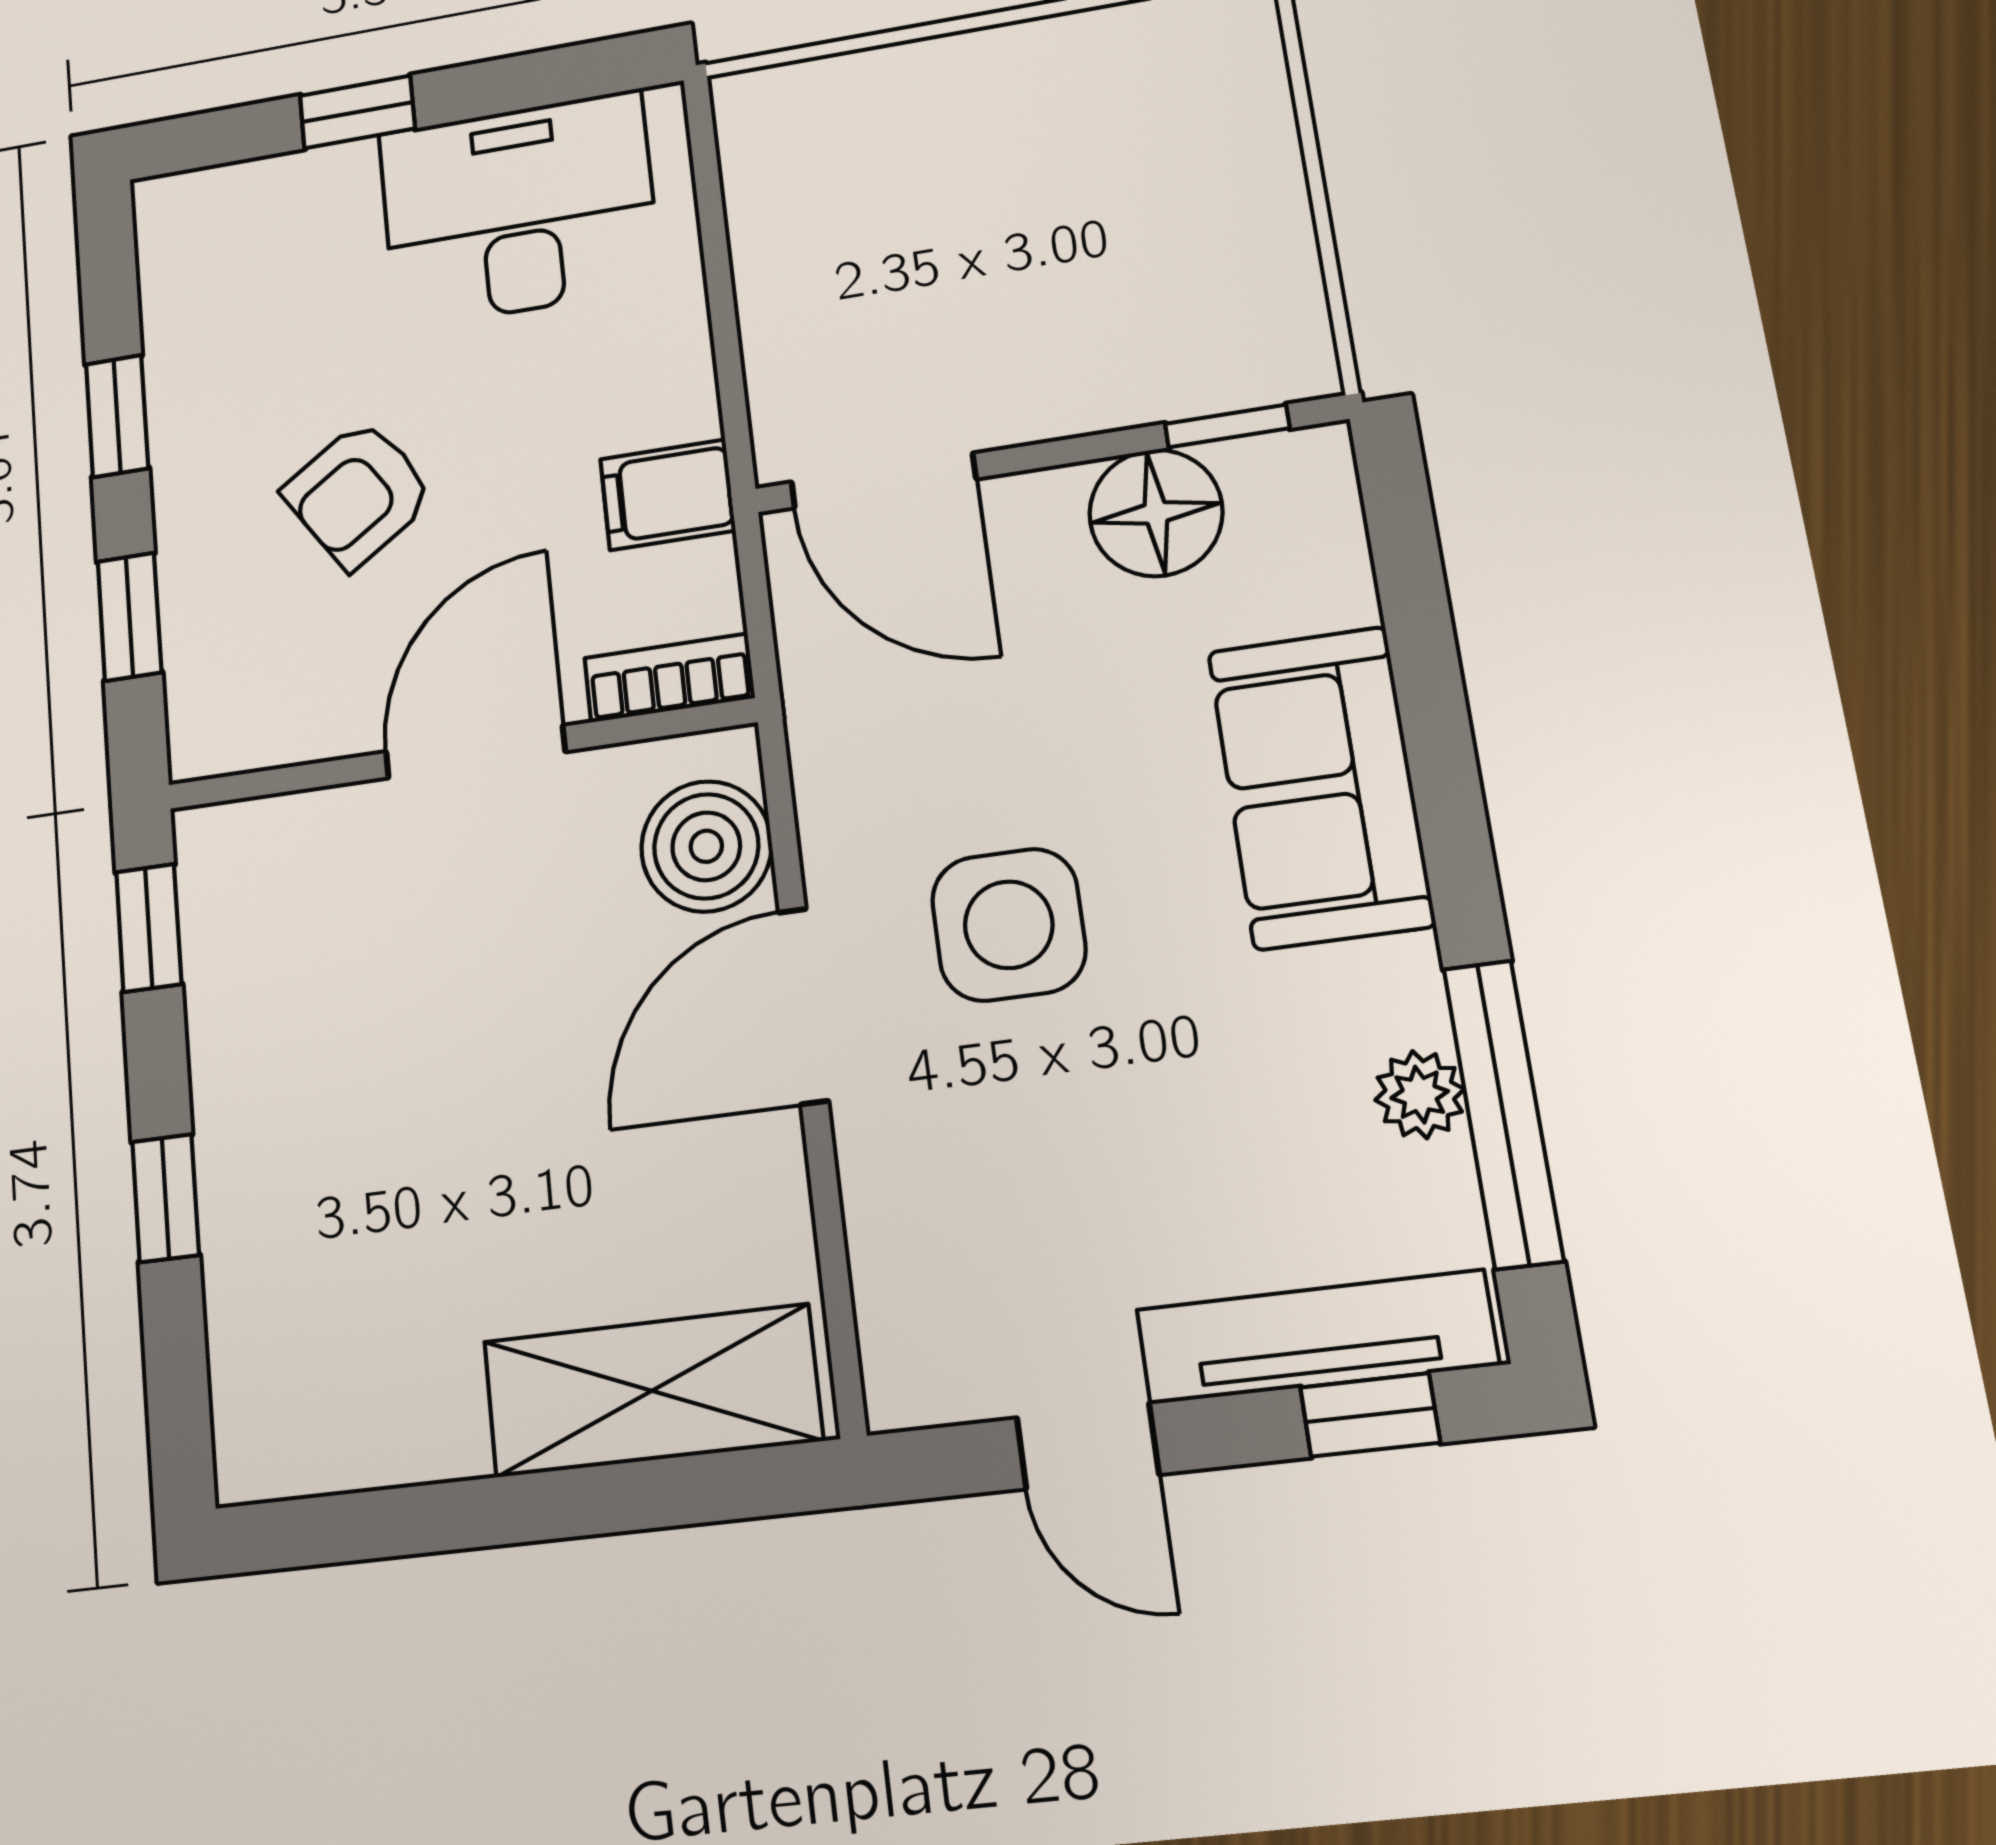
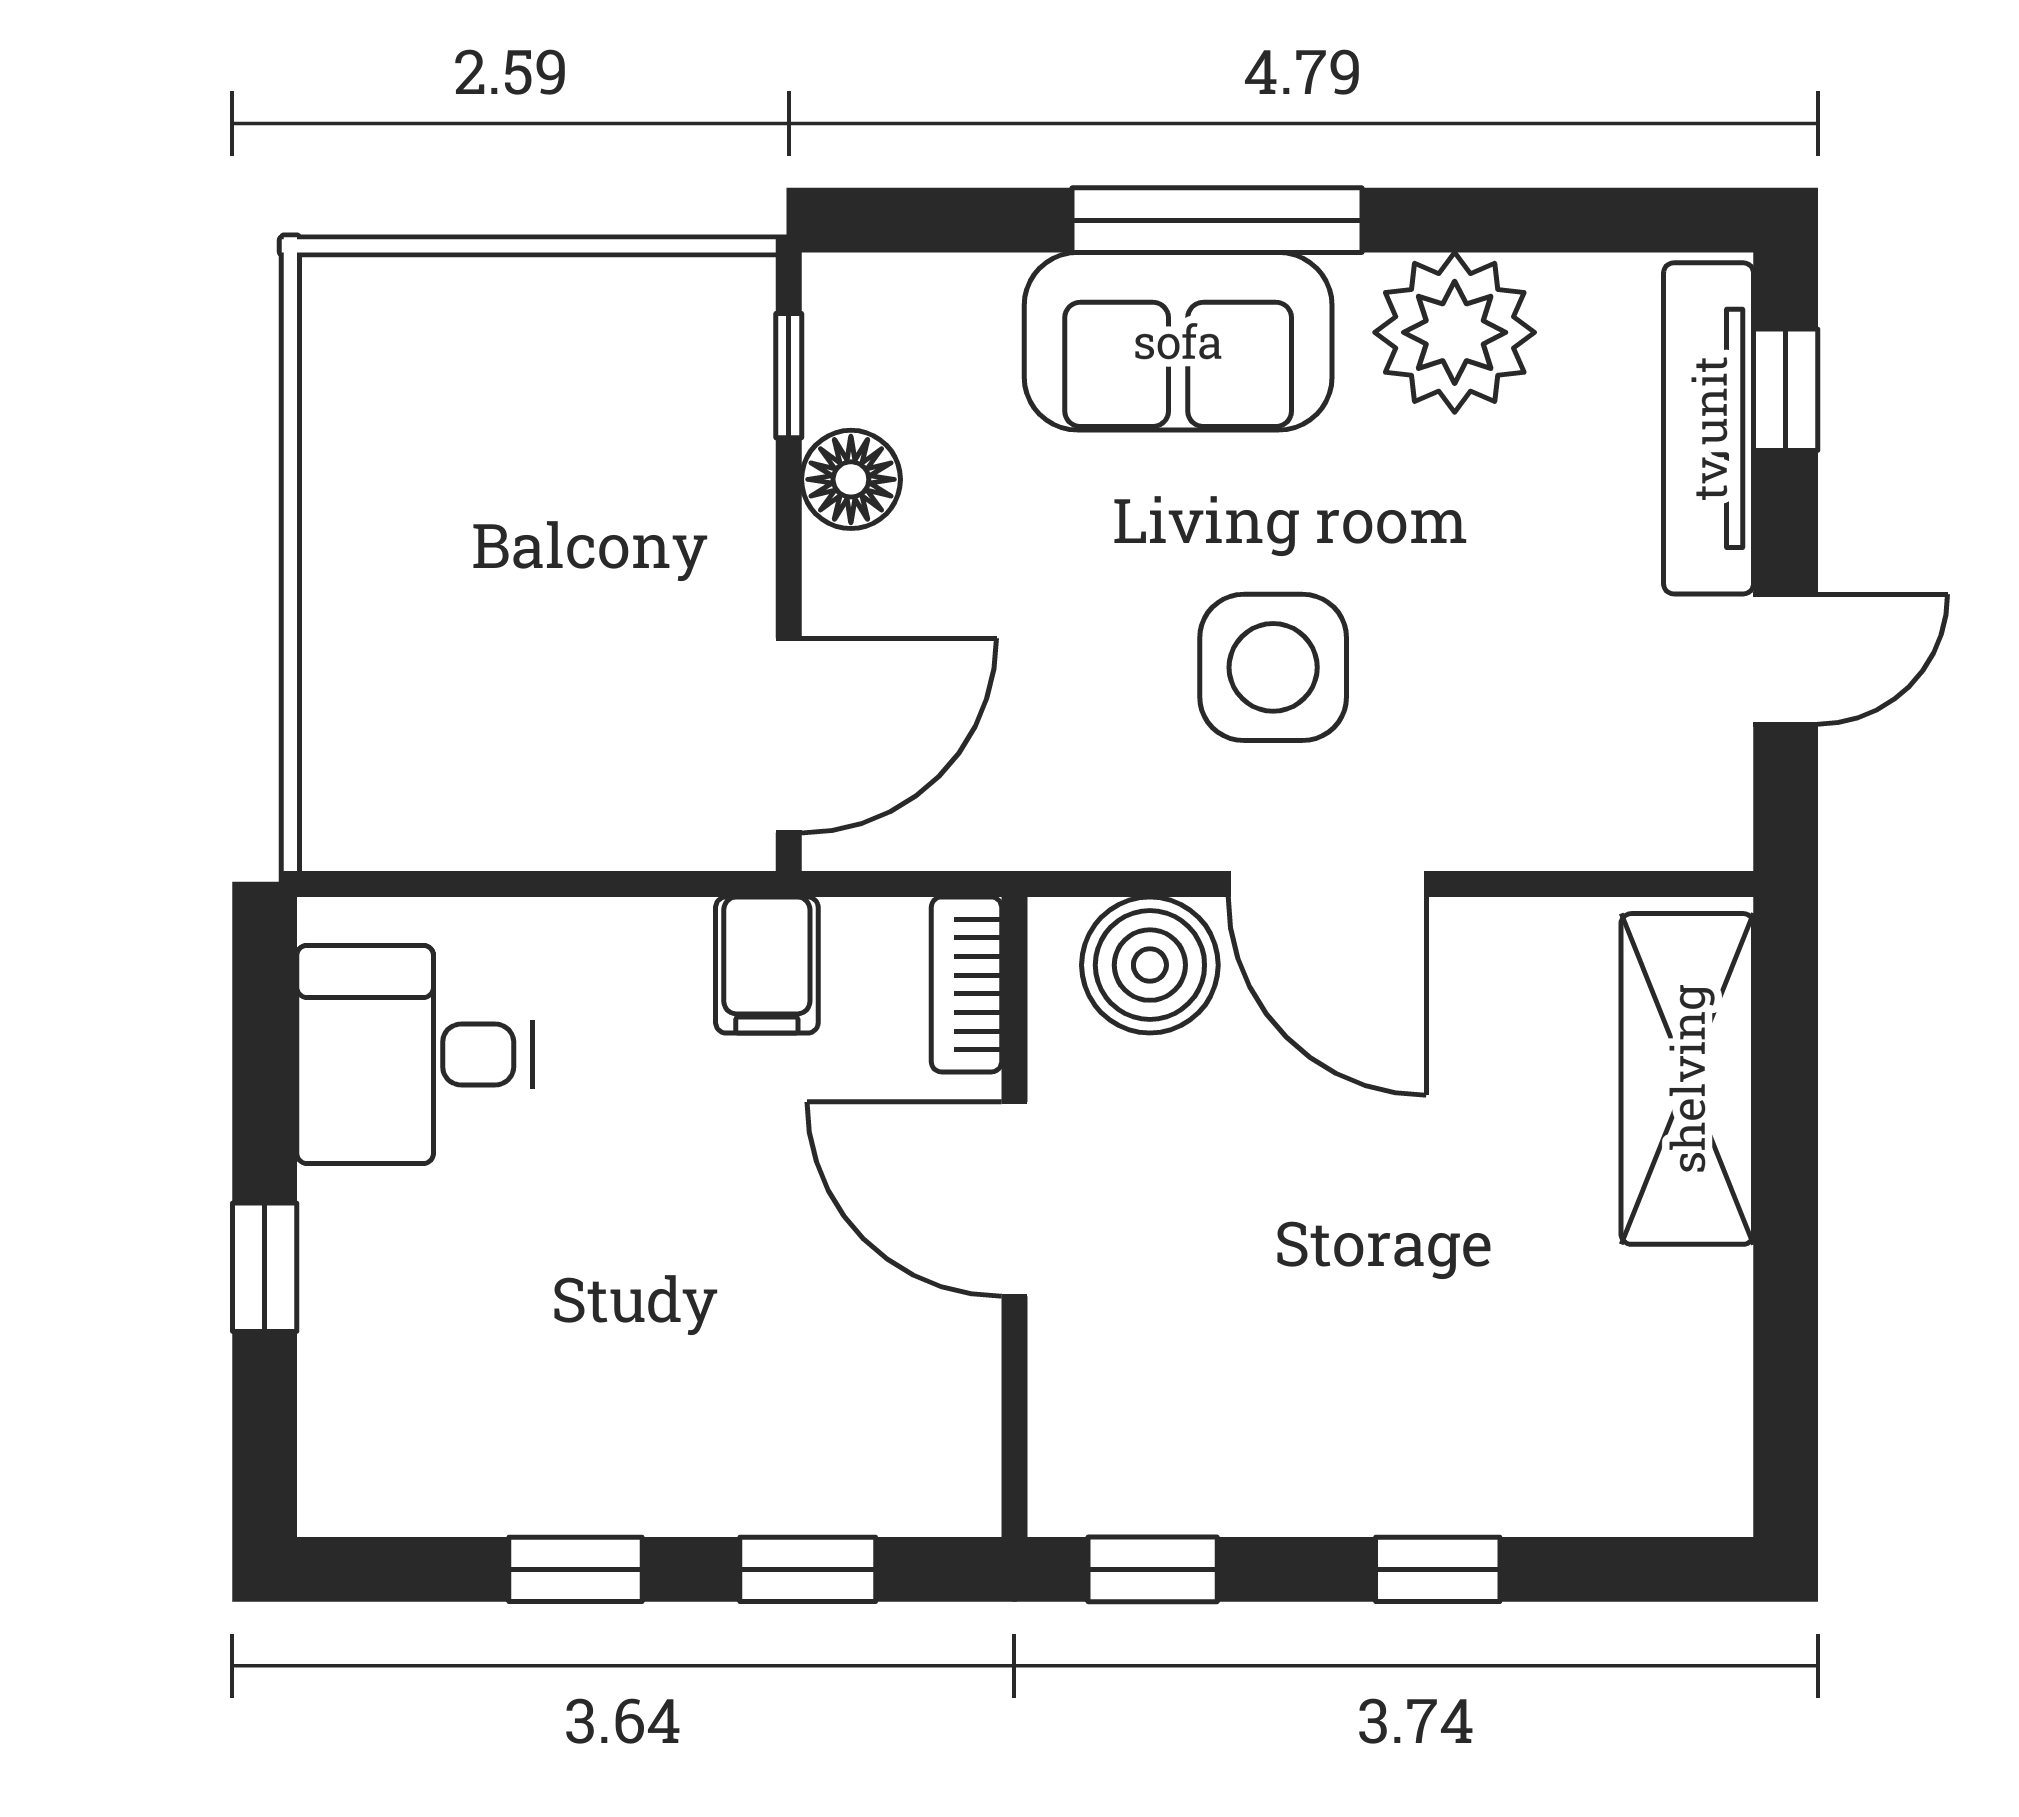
desk: (519, 210) -> (415, 1054), width x0.73
armchair: (358, 494) -> (710, 1302), removed
floor lamp: (1156, 513) -> (851, 479), width x0.73, depth x0.73
plant: (1420, 1095) -> (1455, 332), width x1.88, depth x1.88
window: (1503, 1114) -> (1217, 220), moved

